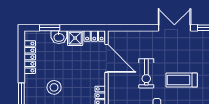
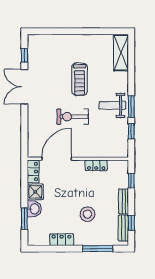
locker: (30, 57) -> (62, 240), width x0.66
exercise bike: (146, 73) -> (73, 117), turned 180

